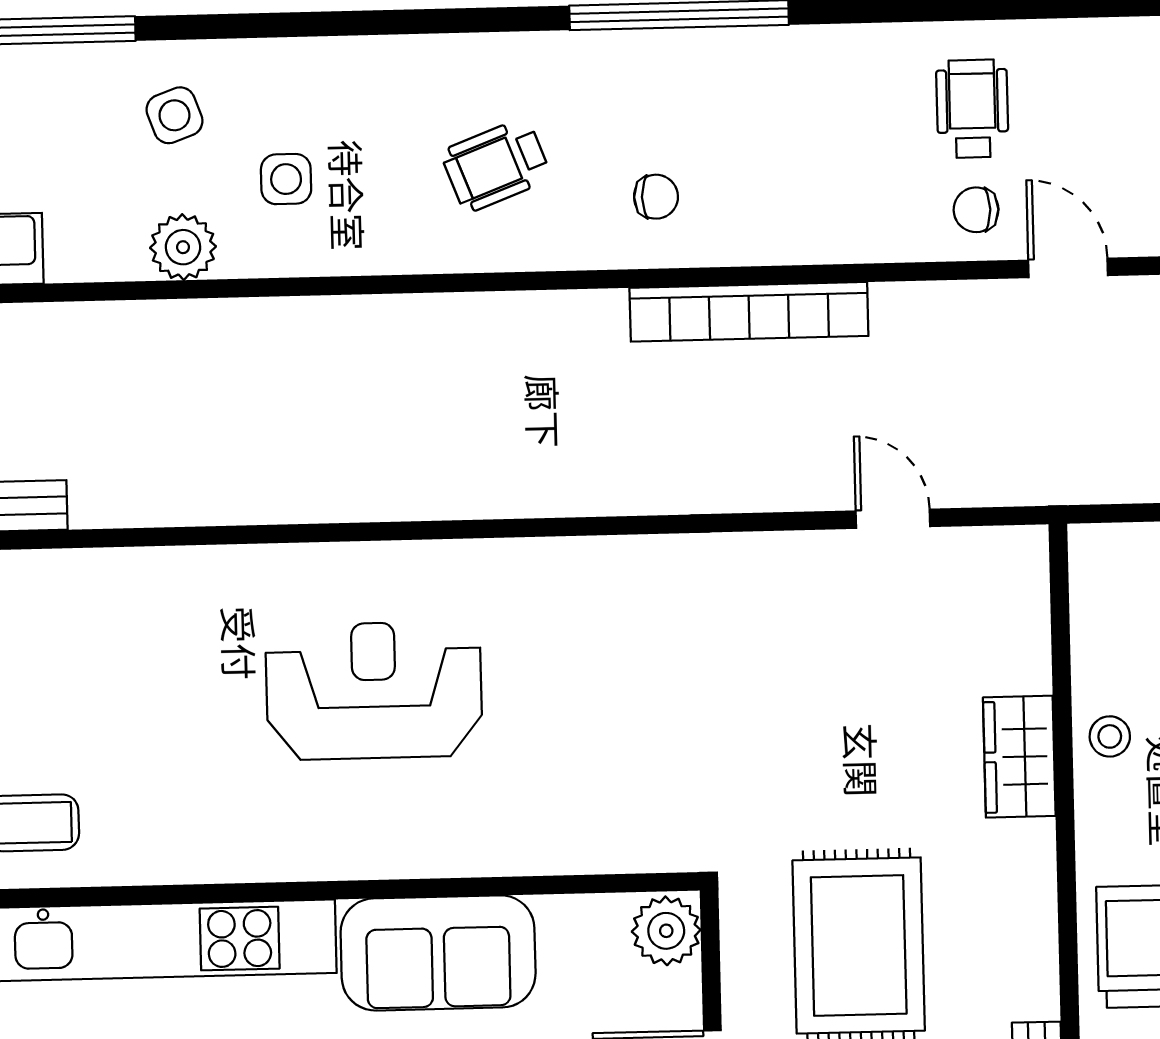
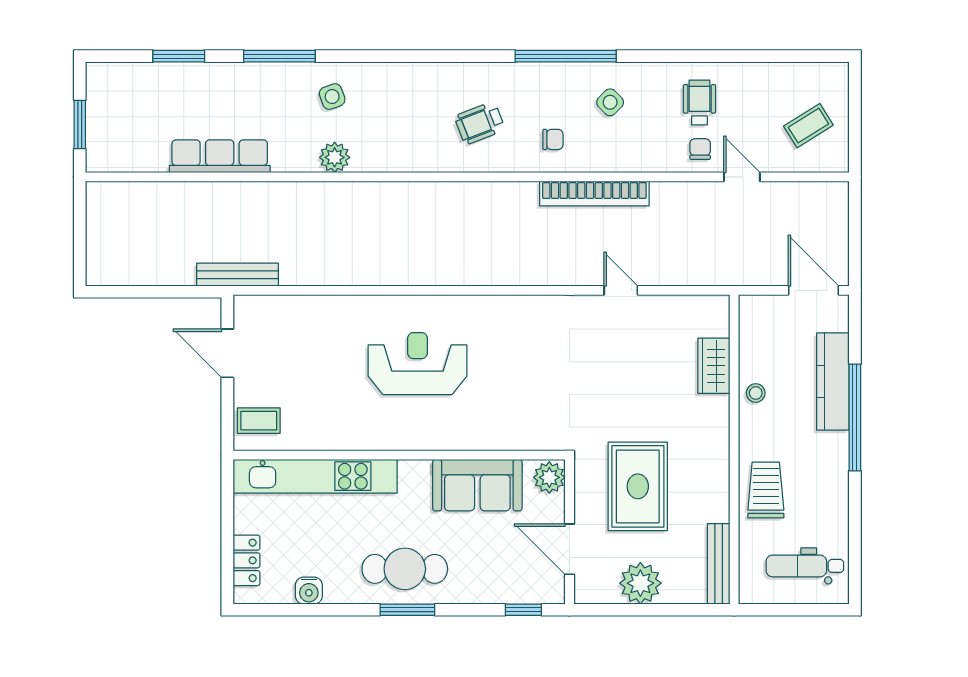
side table: (286, 179) -> (610, 102), moved, turned 45
chair: (976, 210) -> (700, 149), turned 90
door: (893, 519) -> (621, 290), moved
wardrobe: (1019, 757) -> (714, 366), moved
sofa: (438, 953) -> (477, 485), moved

